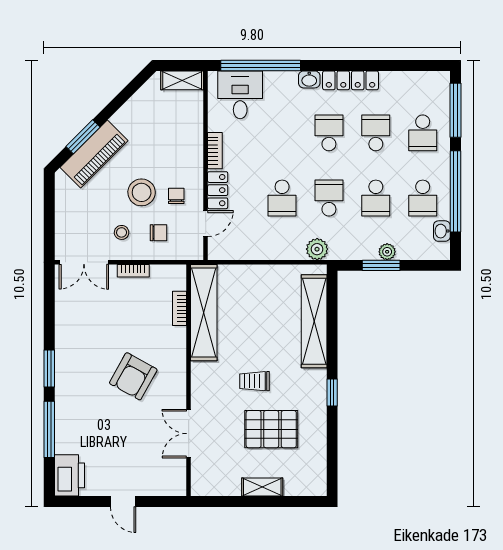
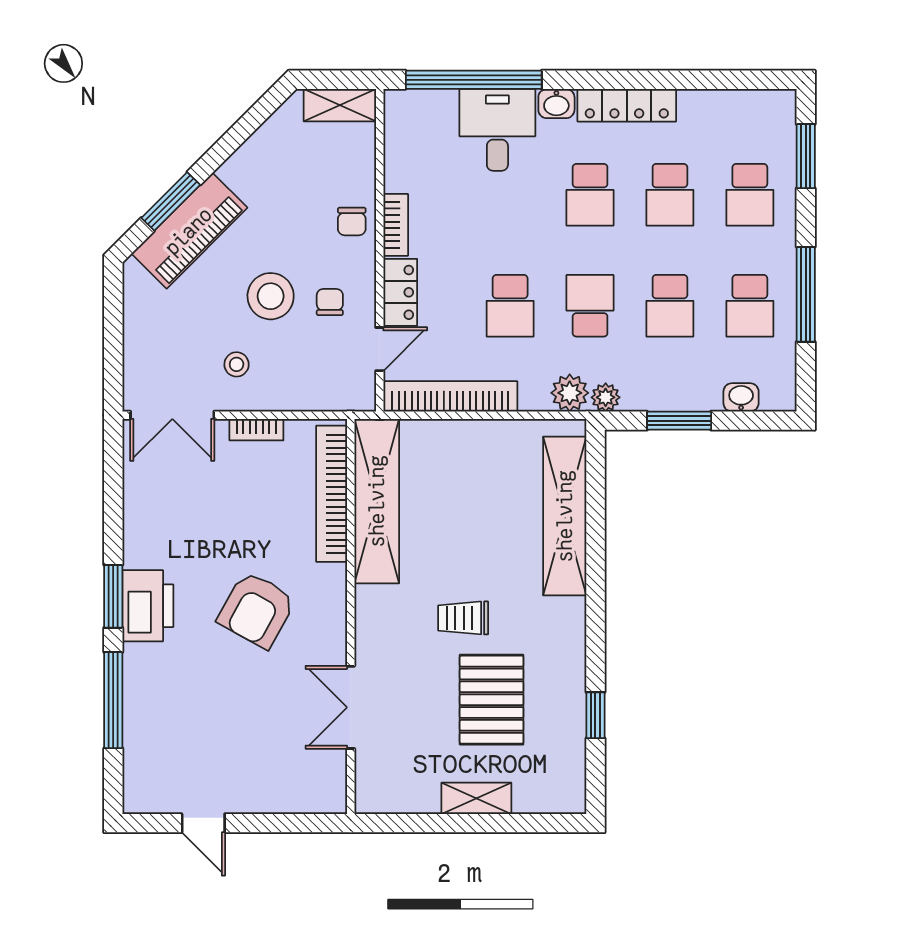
desk: (240, 95) -> (497, 130), moved
window: (456, 110) -> (806, 156), width x0.69
school desk: (329, 133) -> (590, 195), turned 180
school desk: (376, 133) -> (670, 195), turned 180
window: (456, 191) -> (806, 294), width x0.68
washbasin: (442, 231) -> (741, 397), moved, turned 90
chair: (158, 233) -> (352, 221), moved, turned 90
bookcase: (247, 251) -> (450, 396), added
plant: (387, 252) -> (606, 397), moved
bookcase: (179, 308) -> (332, 494), width x2.31, depth x1.31
window: (332, 393) -> (595, 715), moved
pallet: (271, 429) -> (492, 700), turned 90
printer: (69, 475) -> (148, 606), moved
door: (123, 502) -> (203, 823), moved

